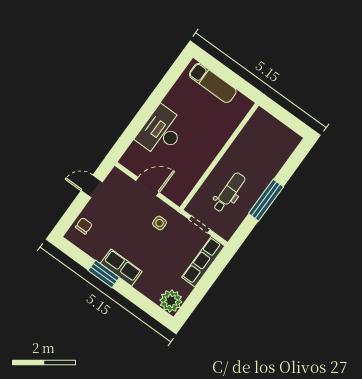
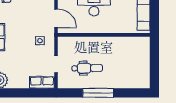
wall: (219, 156) -> (104, 35), moved
row of seats: (203, 262) -> (42, 82), width x0.68

